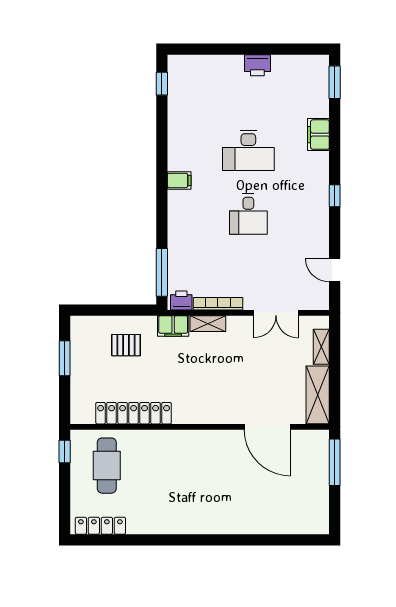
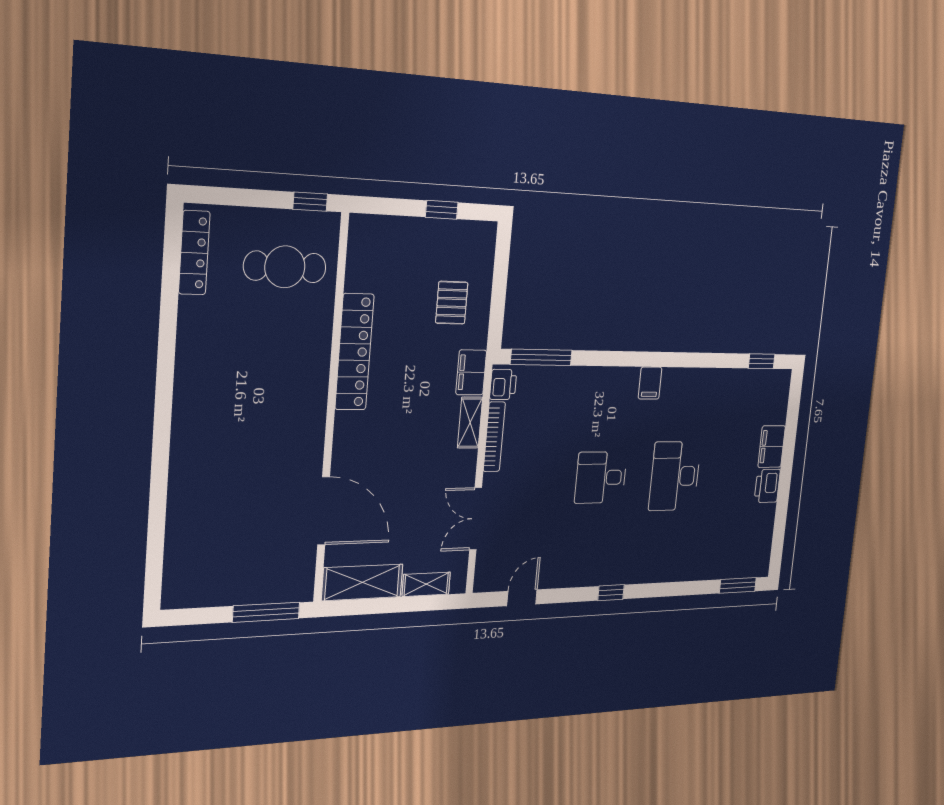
filing cabinet: (318, 135) -> (772, 447), moved, turned -90
window: (65, 358) -> (442, 210), width x0.67
locker: (134, 413) -> (355, 352), moved
door: (267, 427) -> (324, 511), swing flipped

